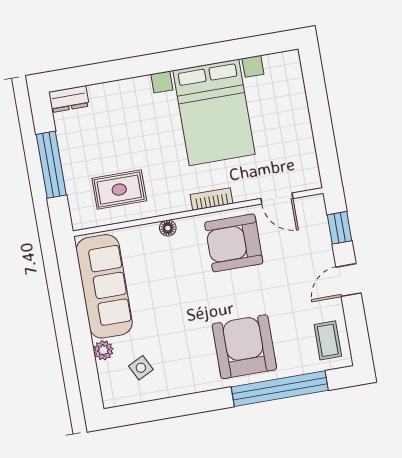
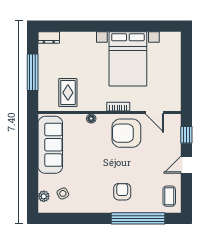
rug: (119, 190) -> (68, 93), turned 90
armchair: (244, 347) -> (122, 192), width x0.53, depth x0.53
plant: (103, 350) -> (44, 196), moved

